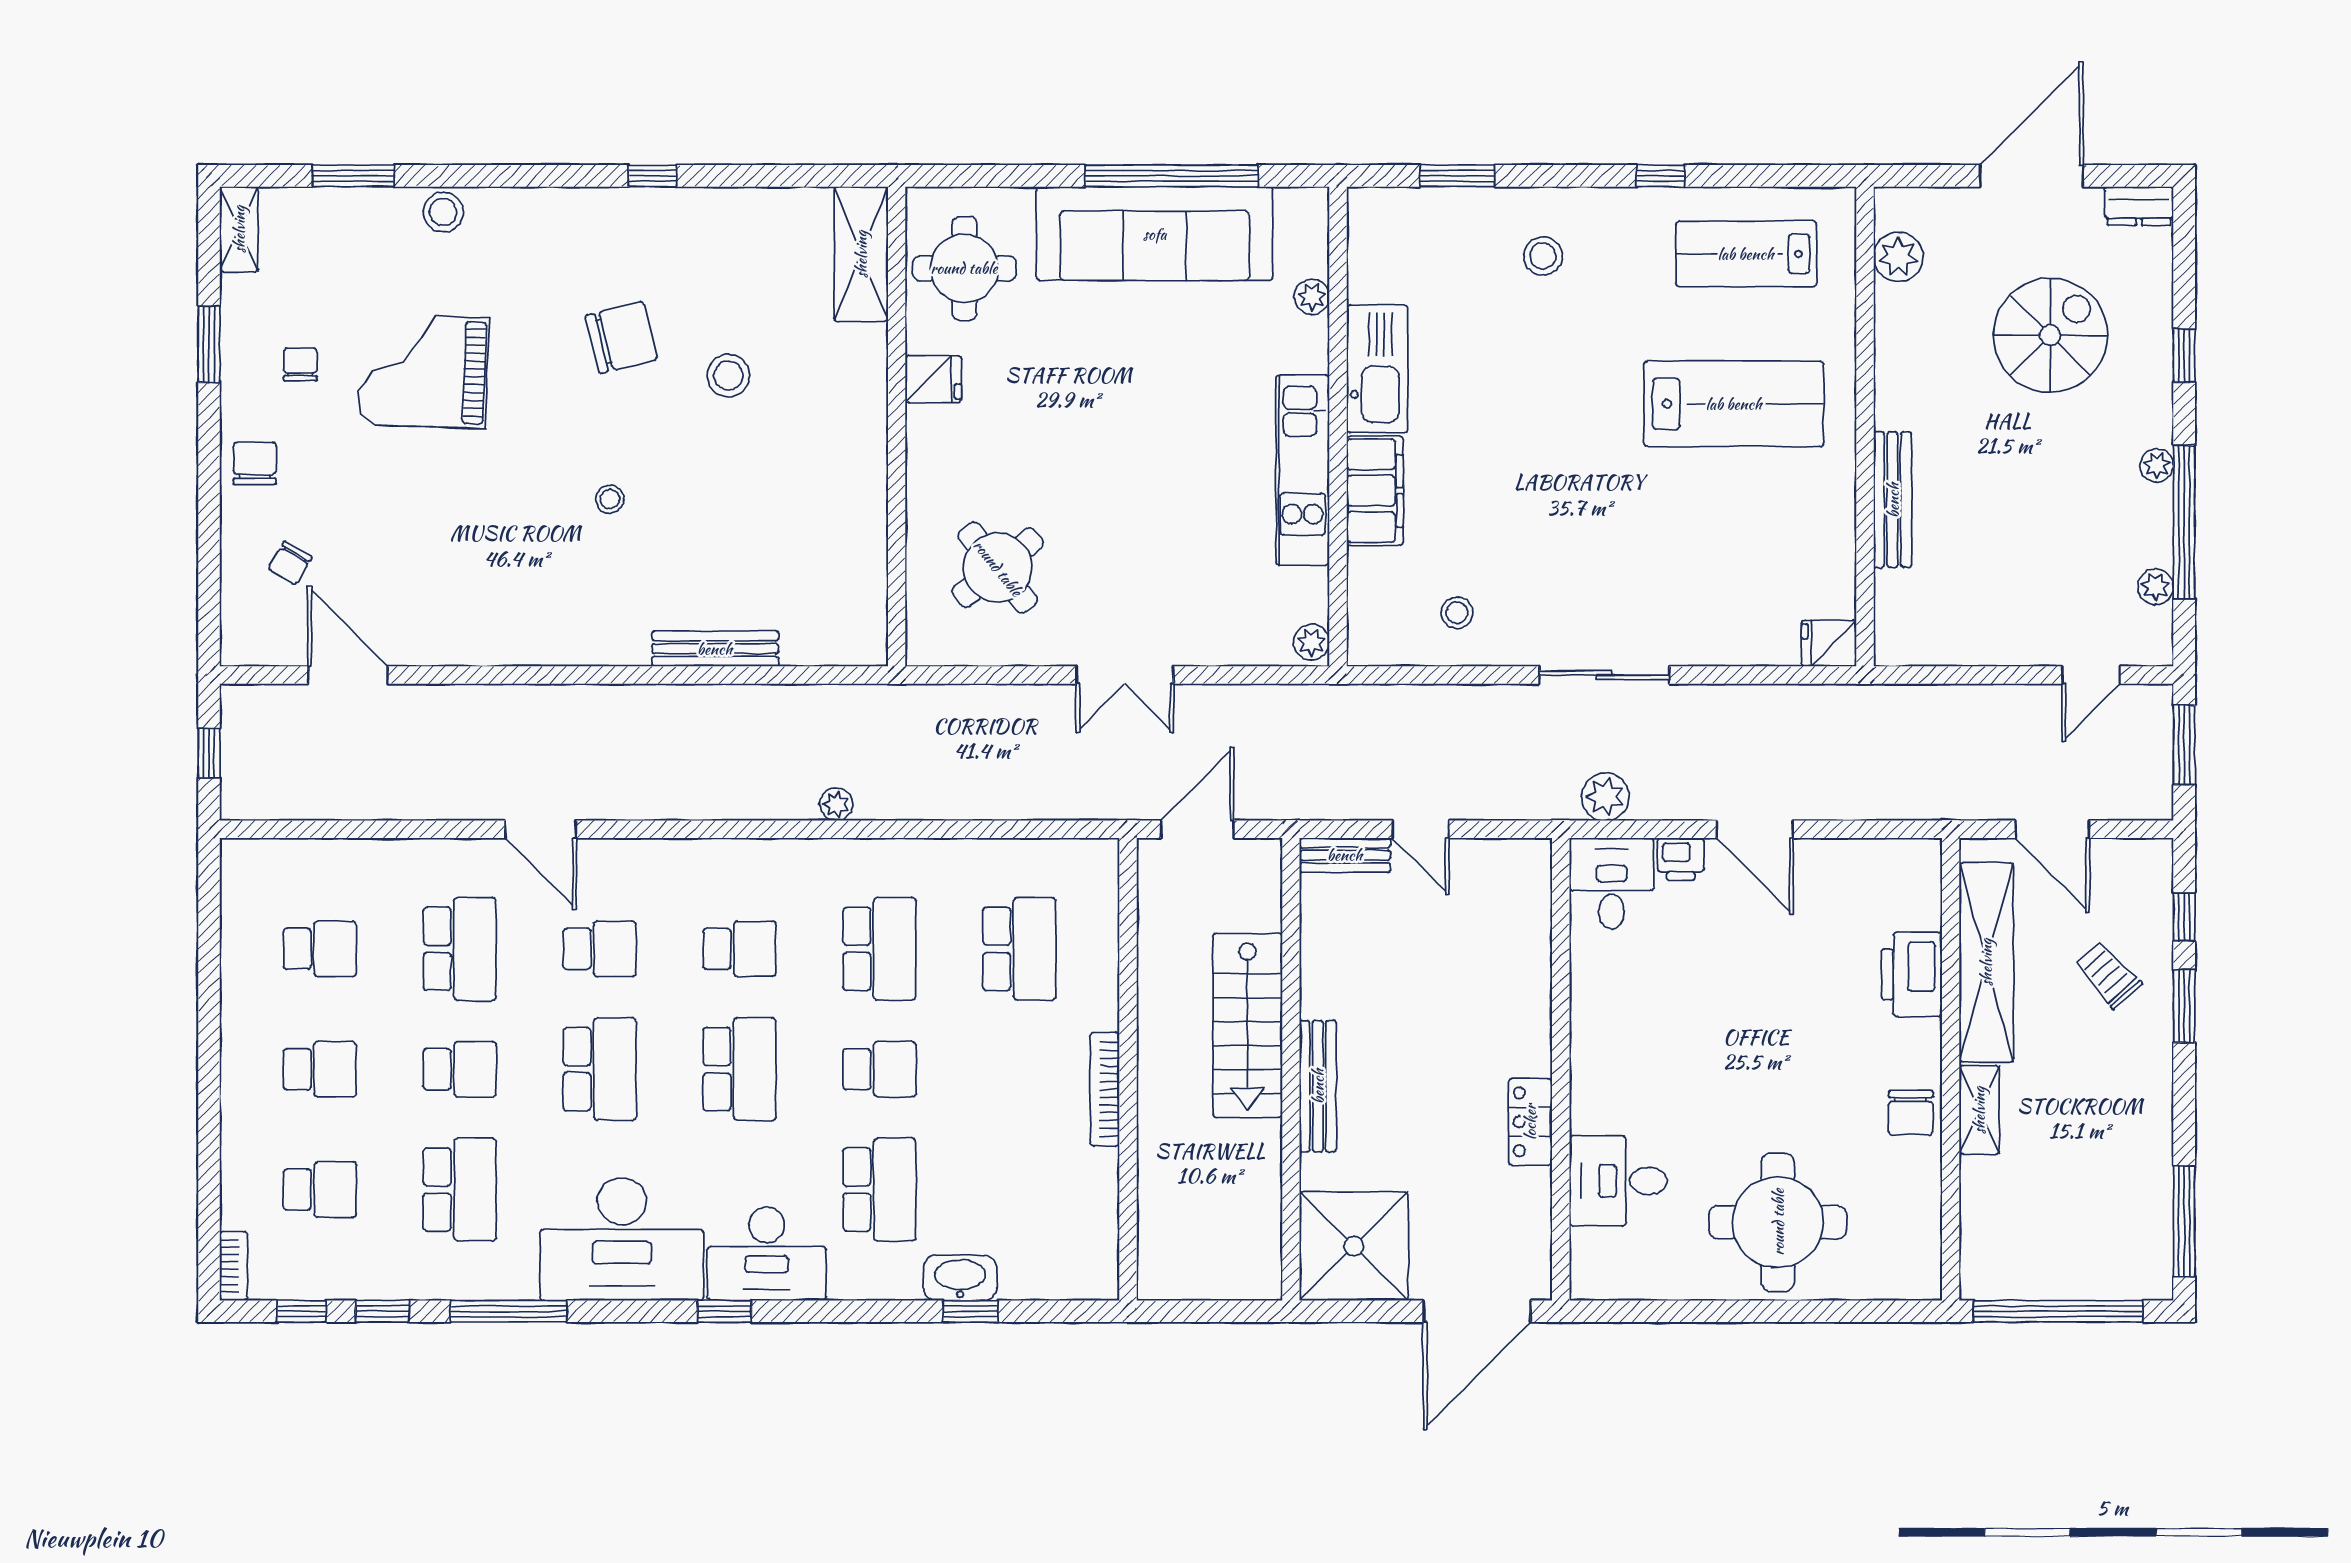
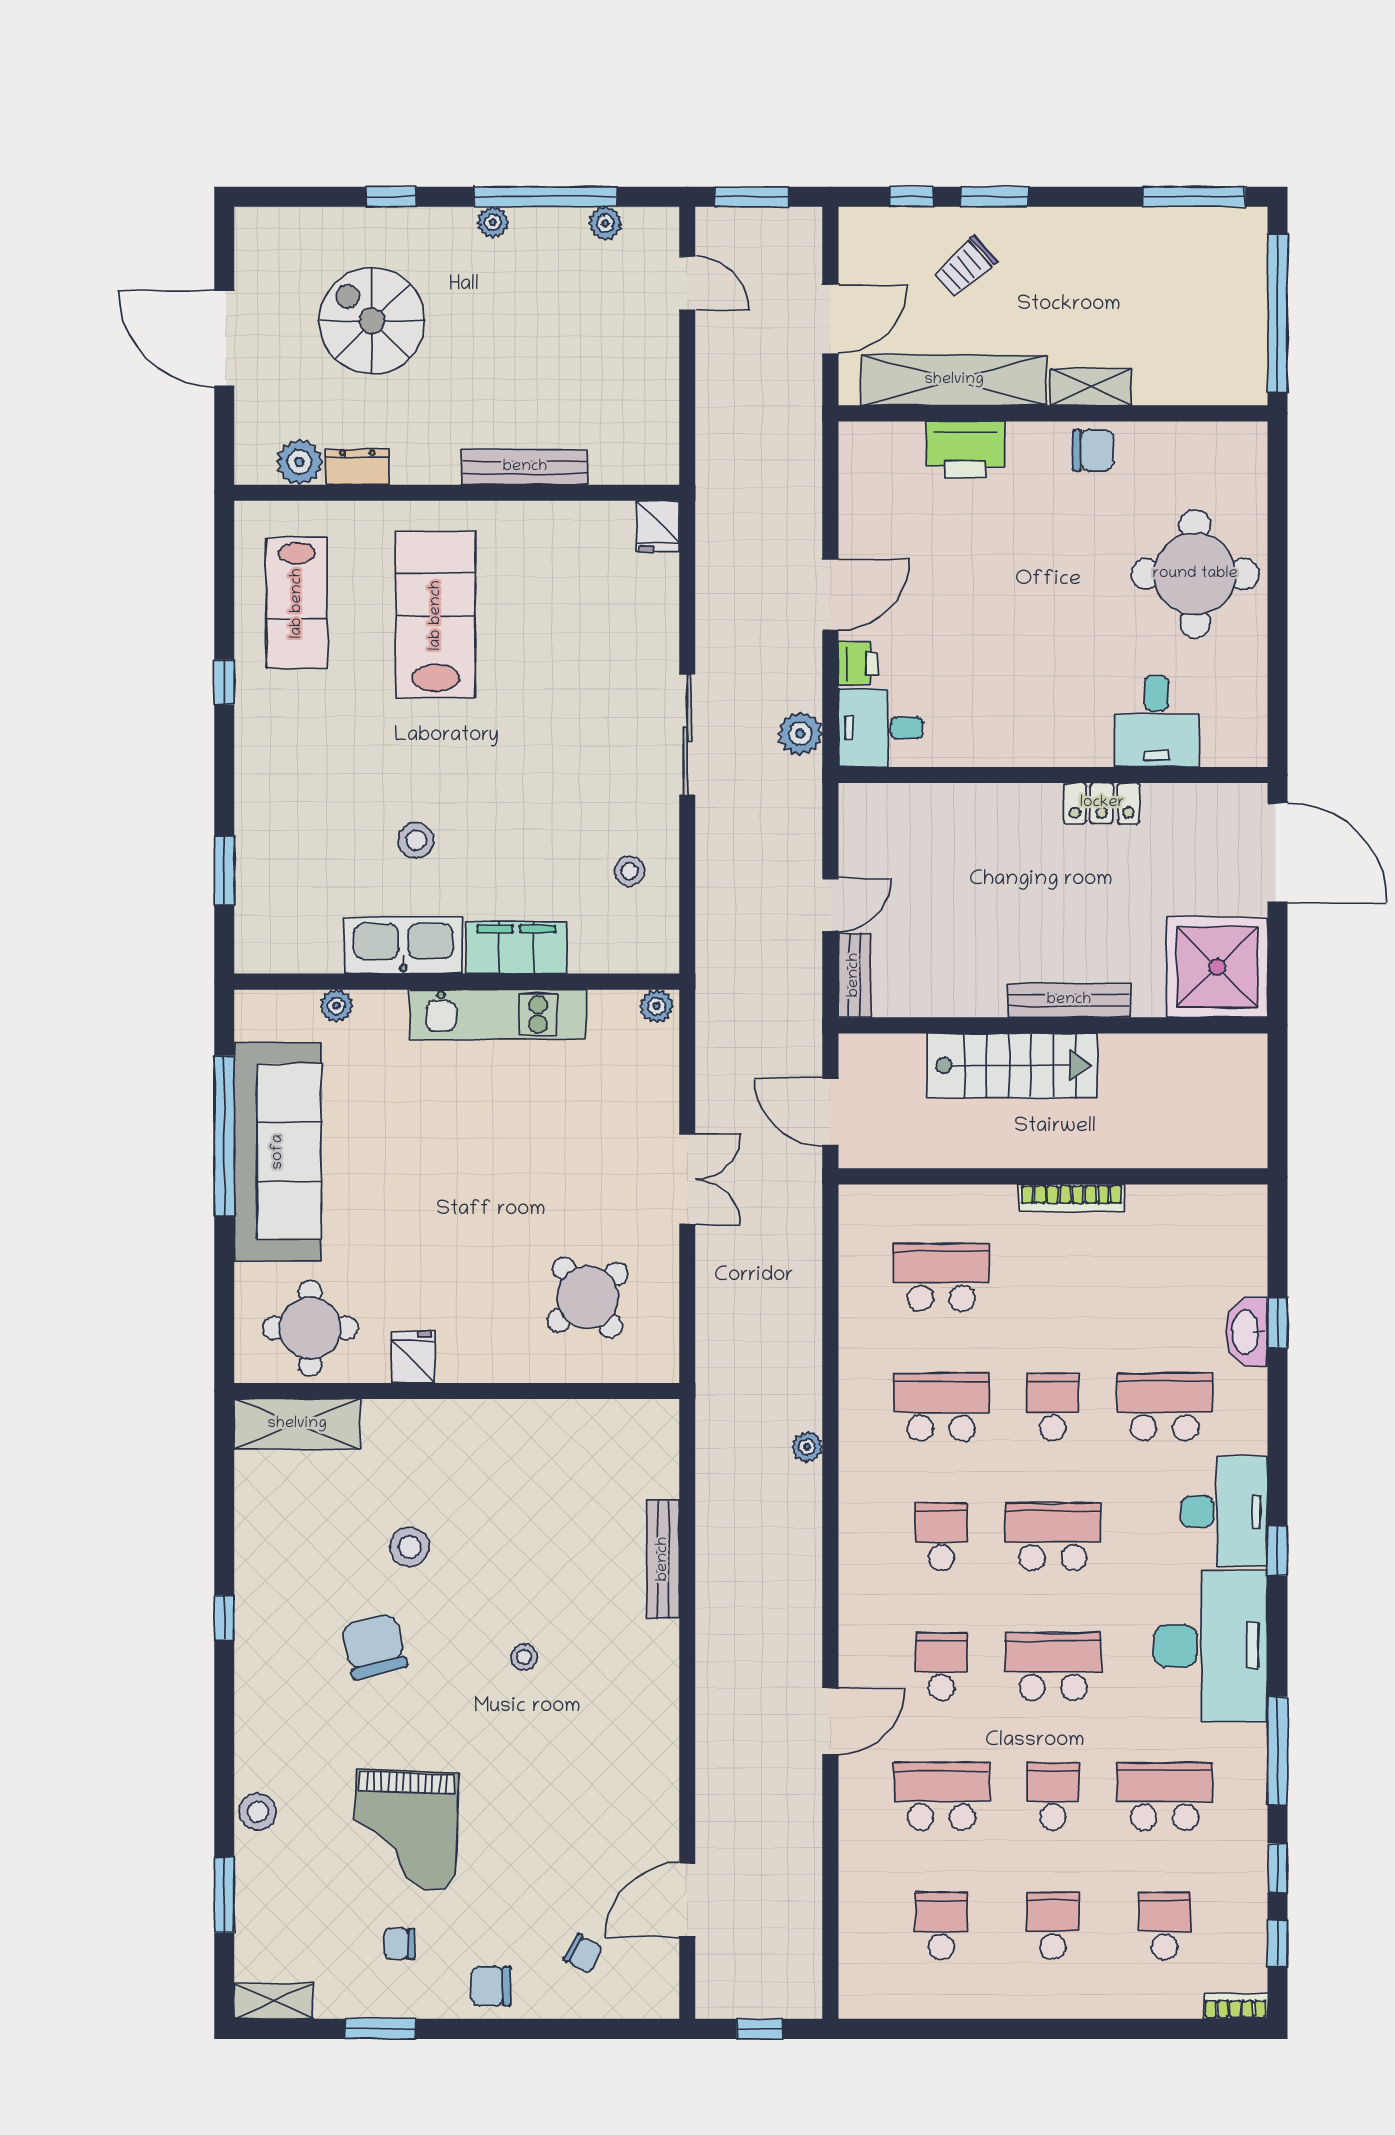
dresser: (2139, 206) -> (357, 467), moved, turned -90
stool: (1543, 256) -> (416, 840), moved

